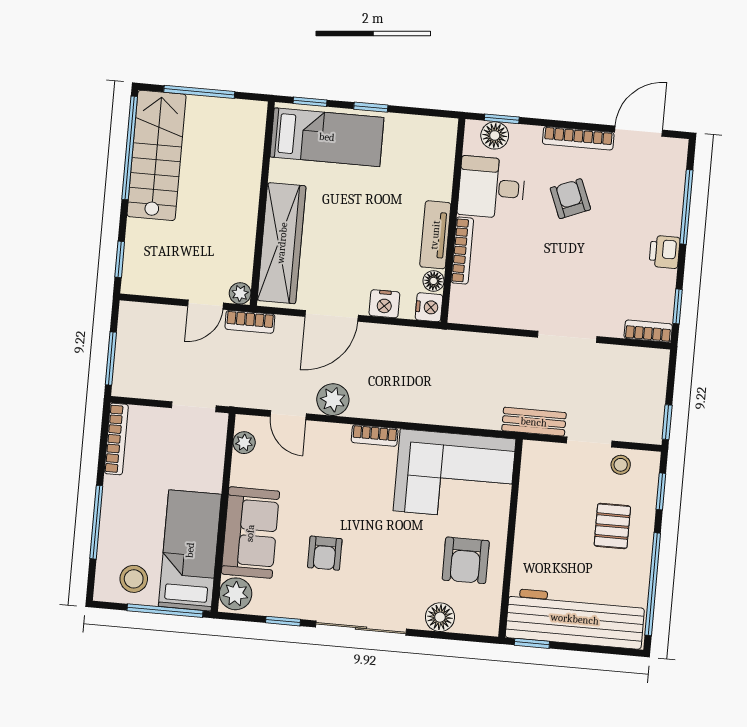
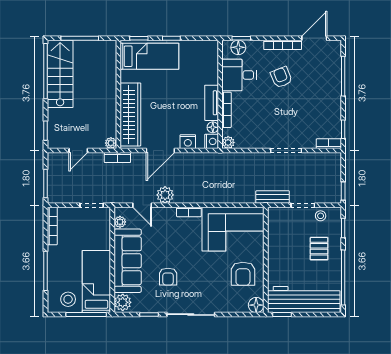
printer: (664, 252) -> (334, 101), removed
door: (205, 305) -> (78, 151), moved
plant: (460, 312) -> (228, 143), added
sofa: (250, 533) -> (128, 261), width x1.36
floor lamp: (440, 617) -> (256, 305), moved

